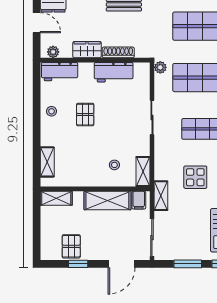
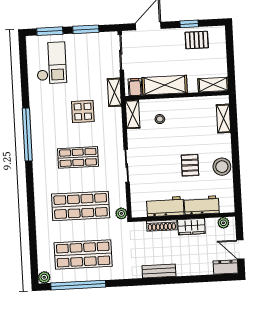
workbench: (60, 72) -> (202, 205), moved
stool: (52, 111) -> (222, 167), width x1.89, depth x1.89
pallet: (71, 246) -> (197, 40), turned 90

